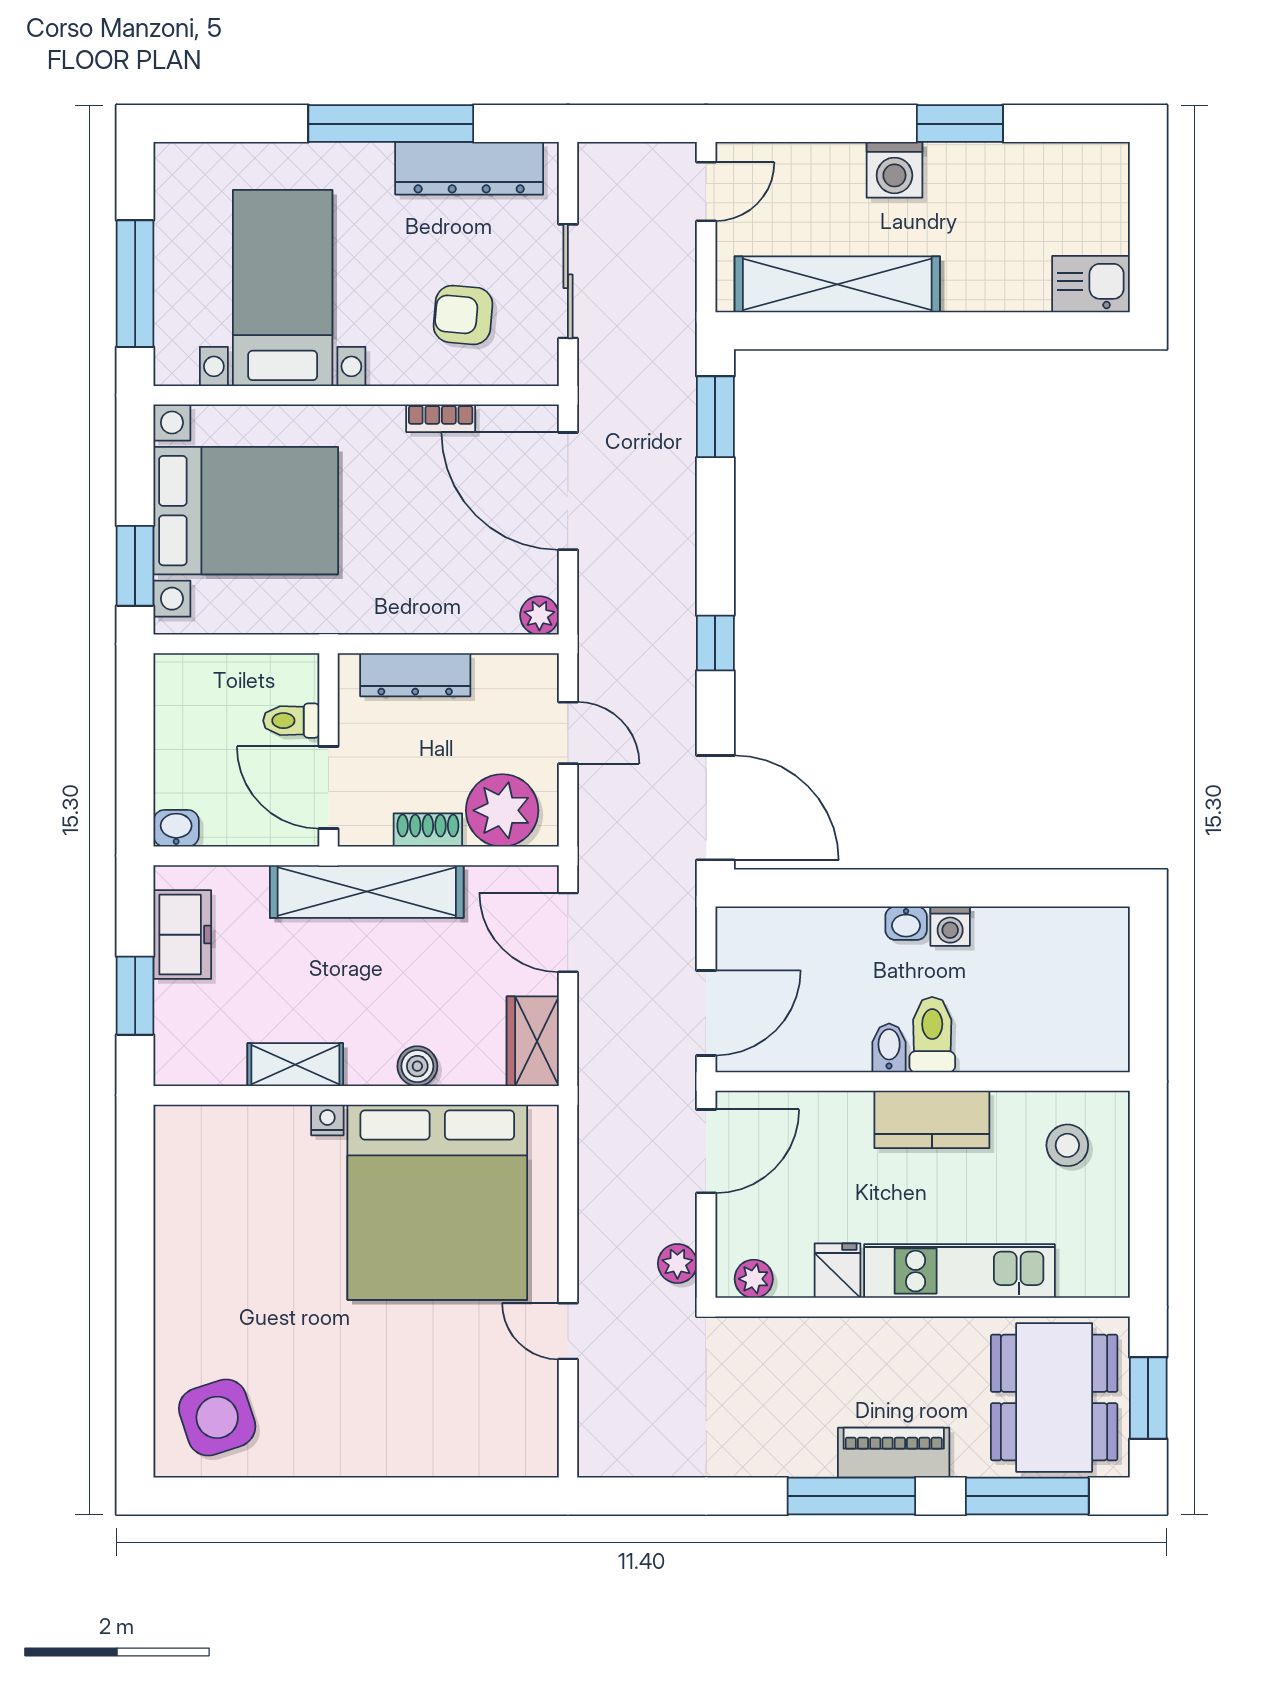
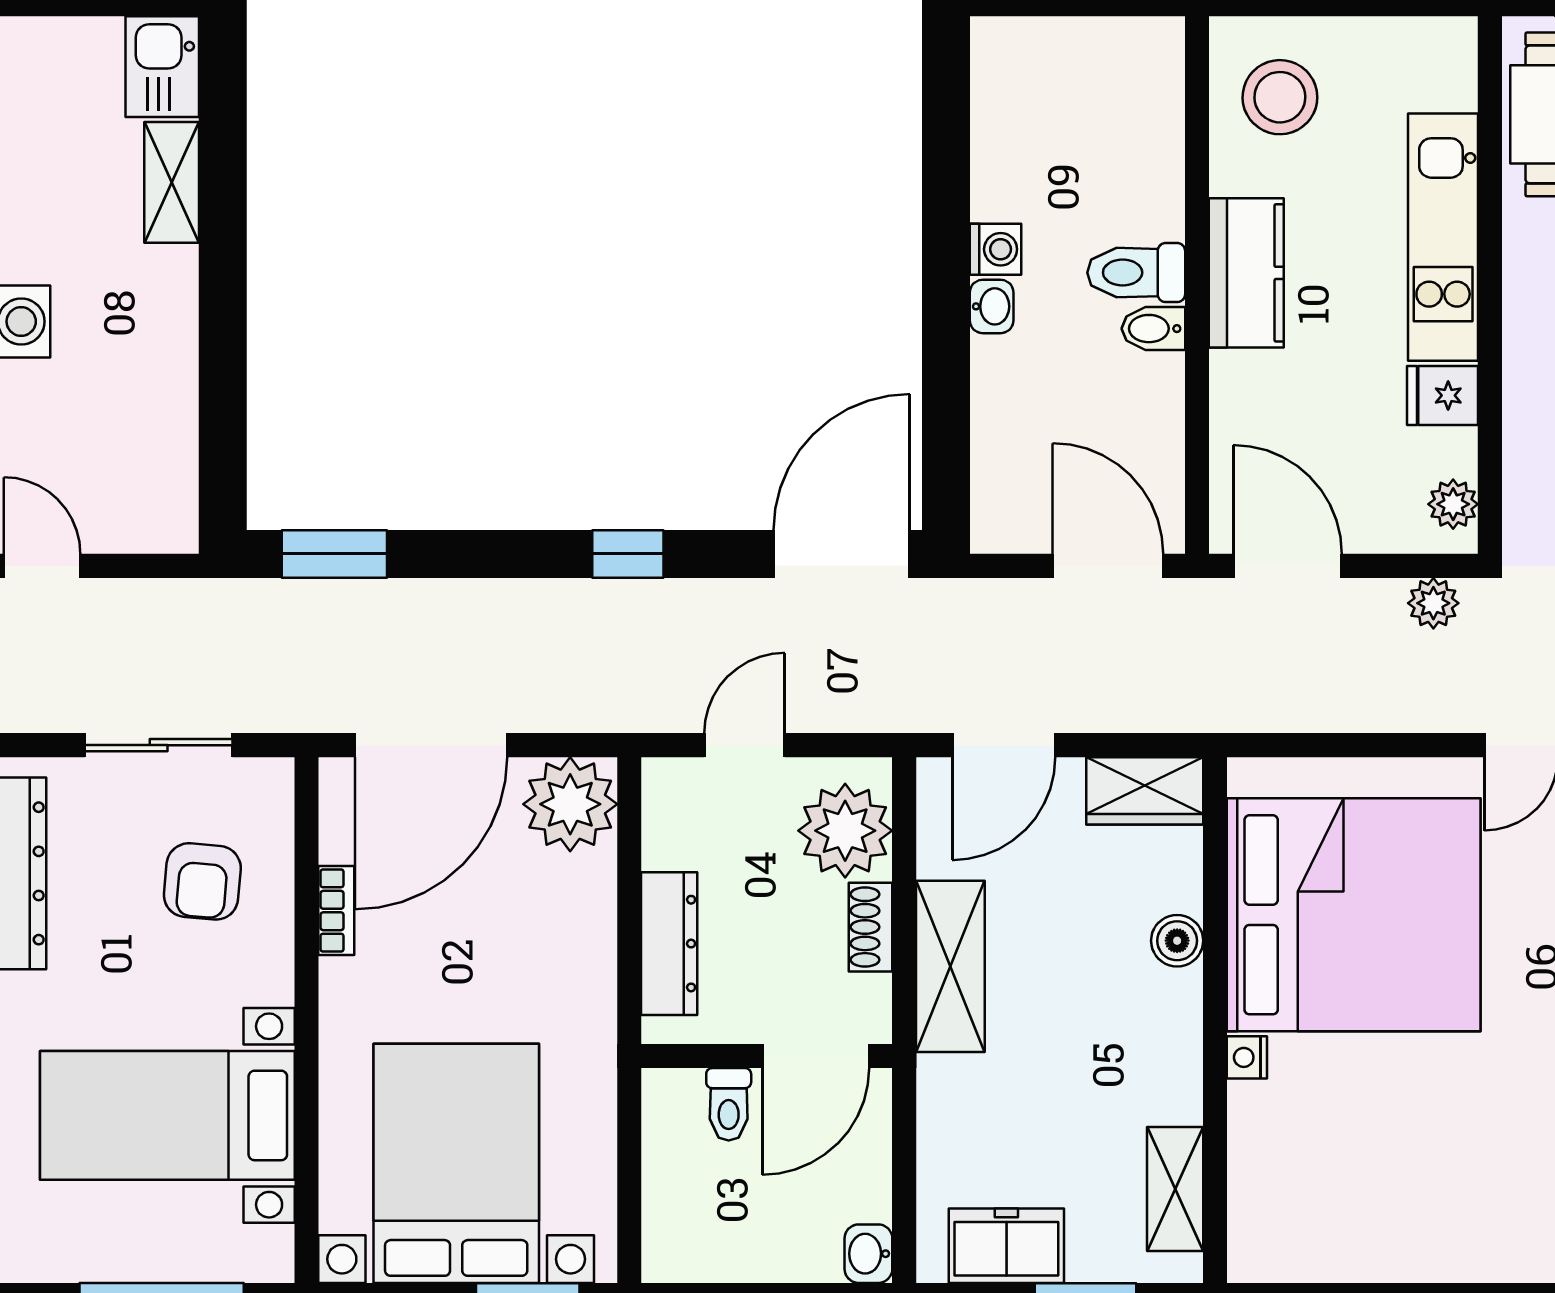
shelving: (837, 284) -> (172, 182), moved, width x0.45, depth x0.75
plant: (539, 615) -> (570, 804), width x1.87, depth x1.87
shelving: (367, 891) -> (950, 966), width x0.68
shelving: (295, 1065) -> (1175, 1189), moved
stool: (1067, 1145) -> (1280, 97), width x1.38, depth x1.38

